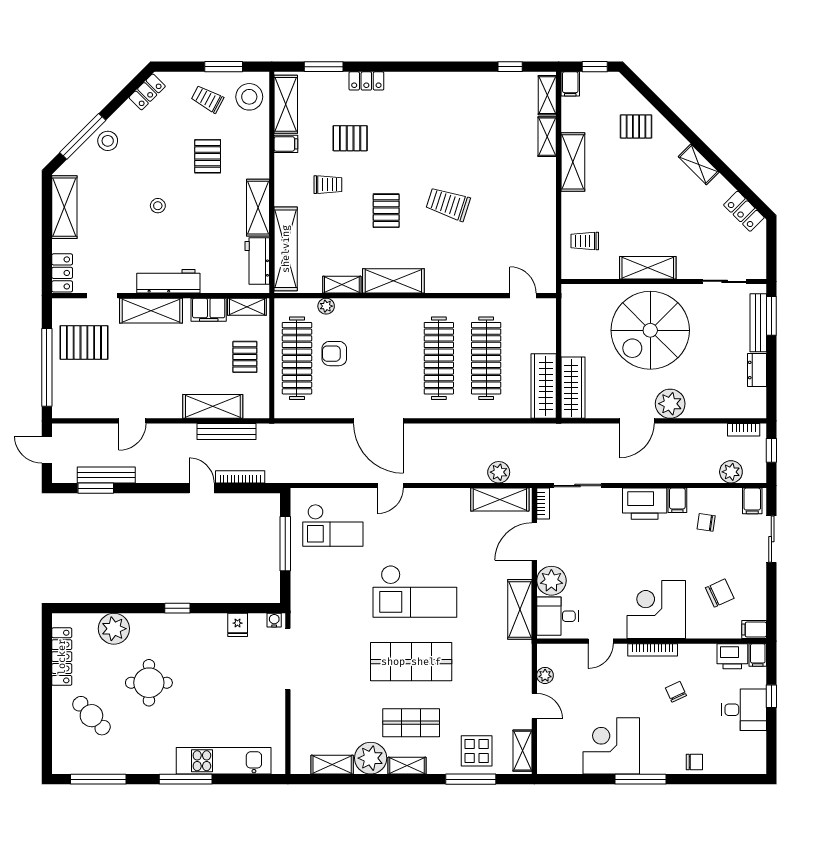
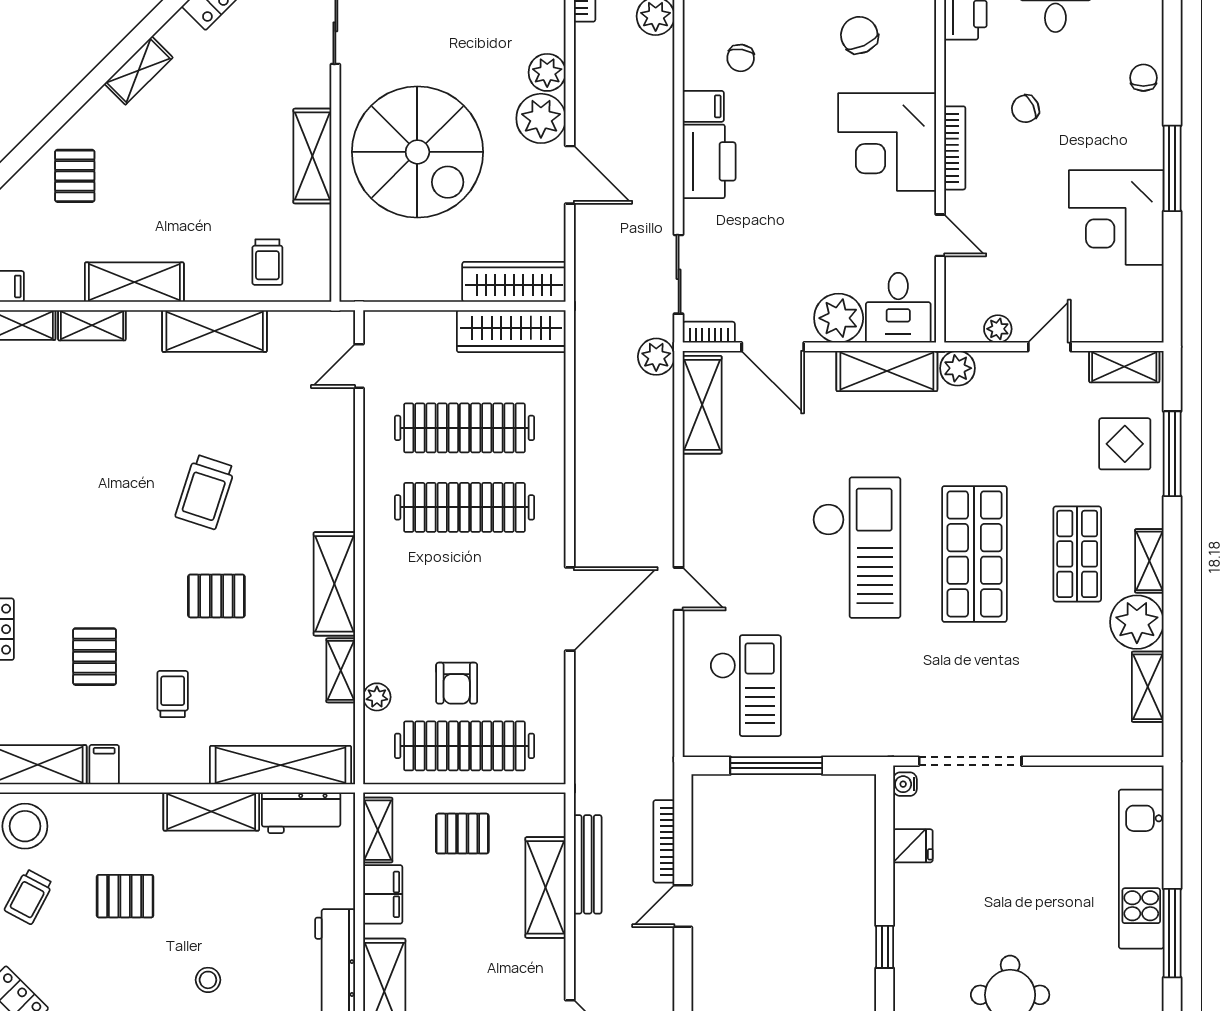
shelving: (544, 210) -> (215, 331), added
plant: (698, 407) -> (547, 72), added
plant: (499, 472) -> (656, 357), moved
plant: (522, 651) -> (958, 368), added

